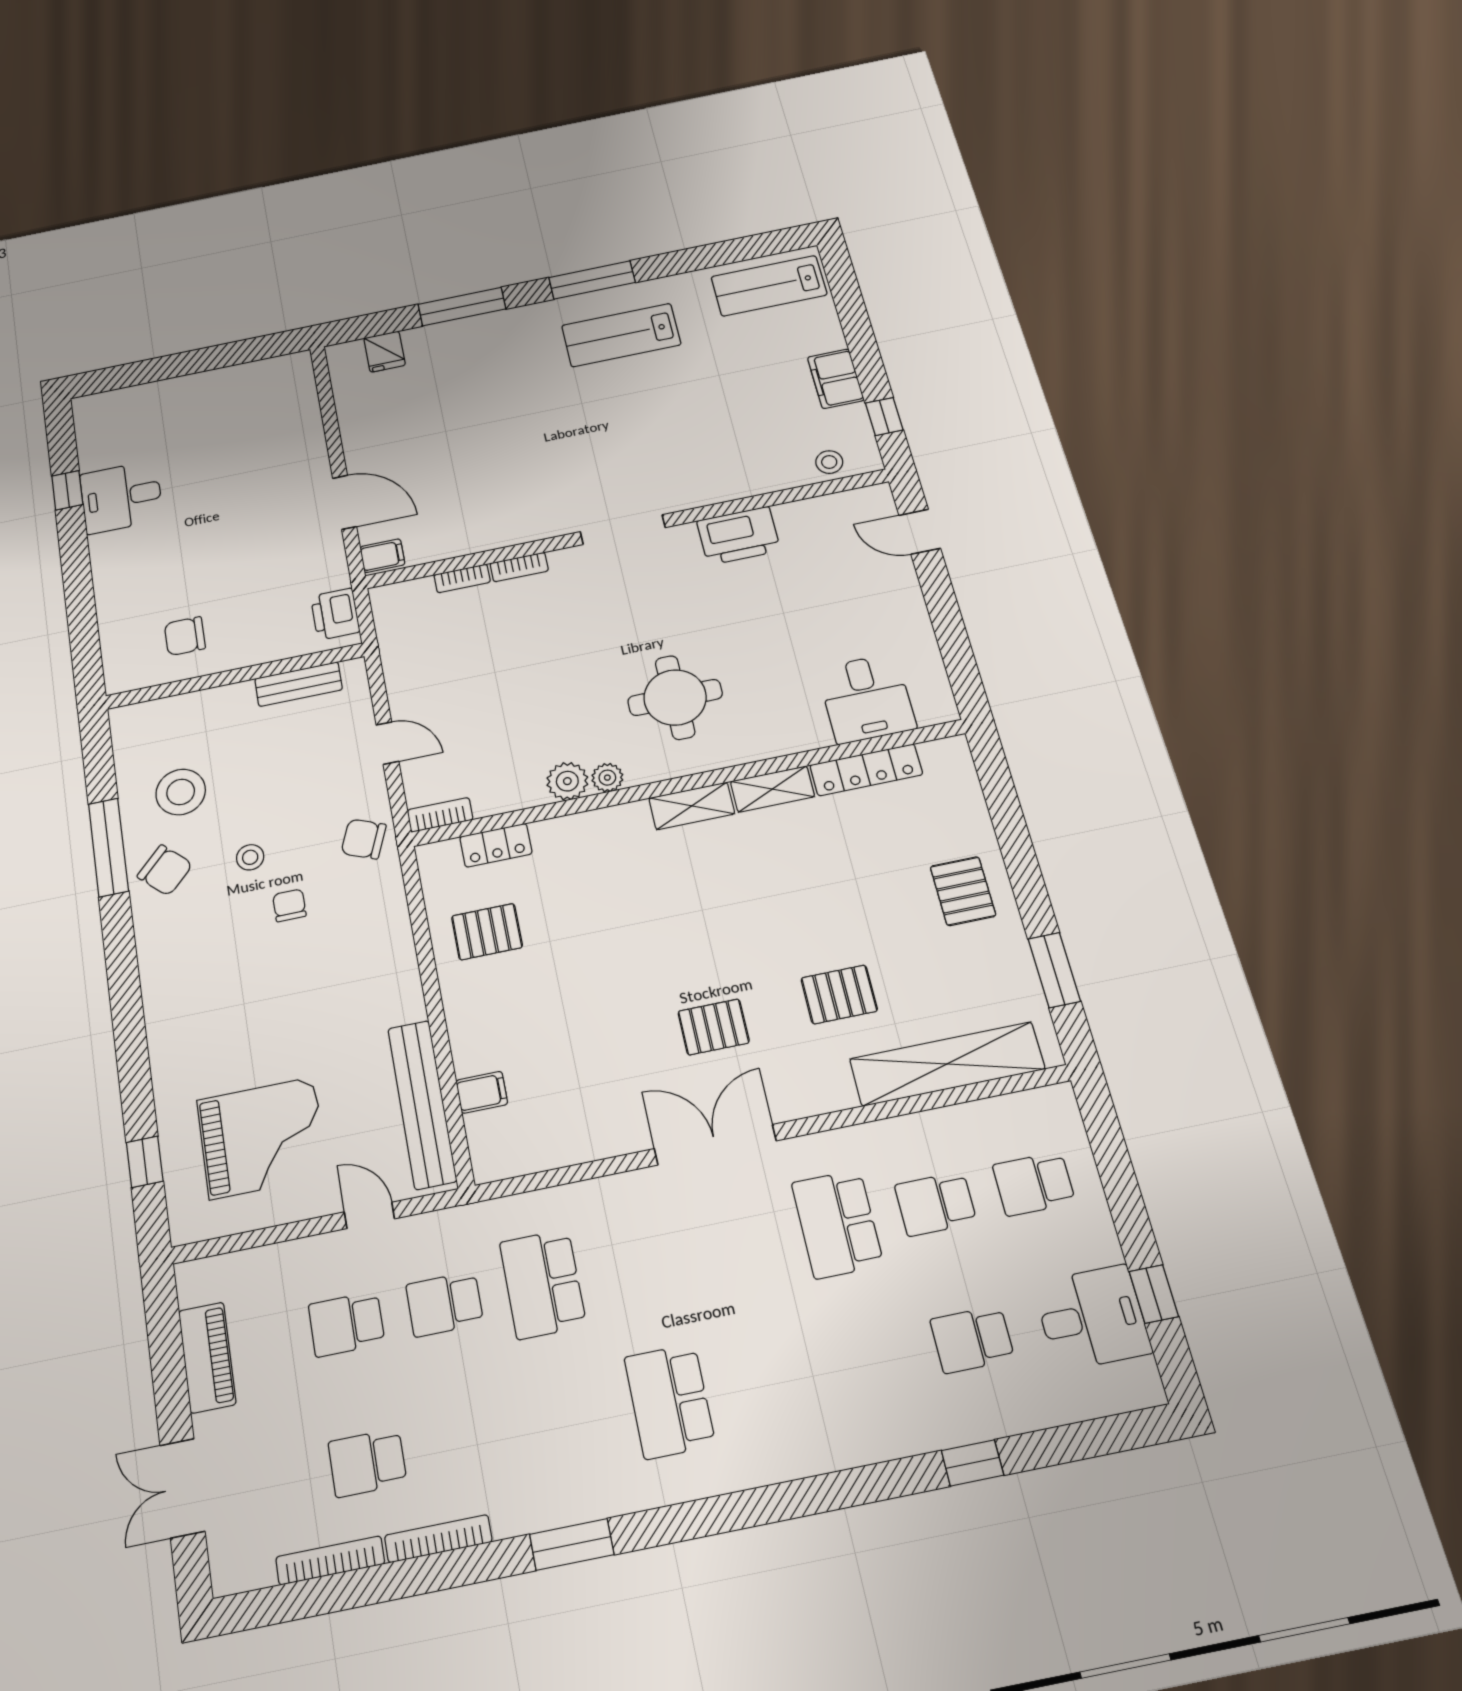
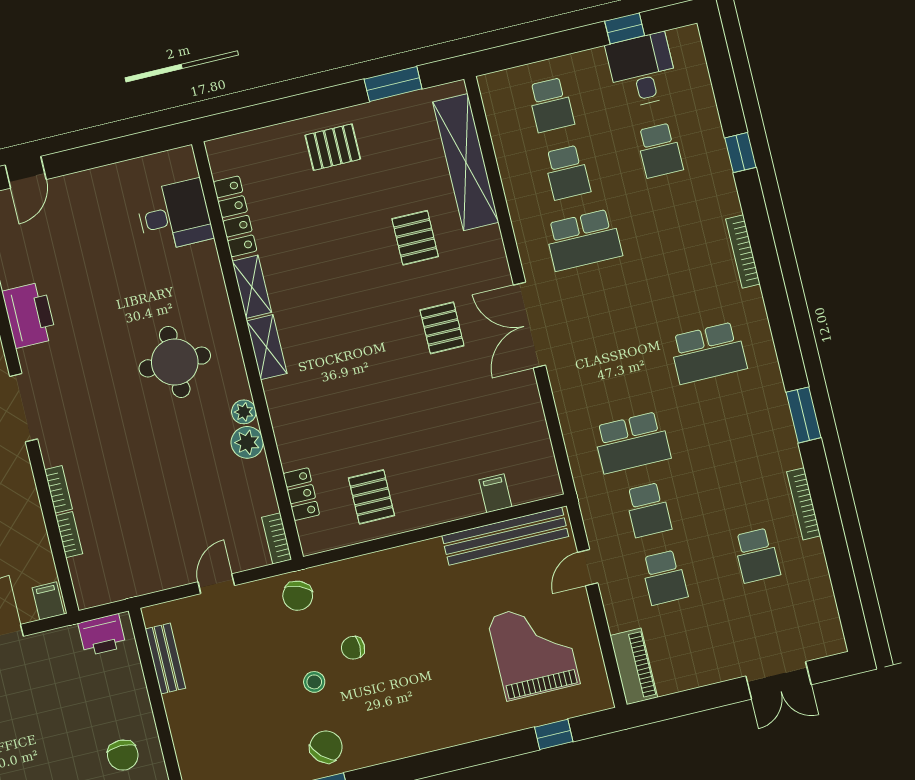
stool: (181, 792) -> (260, 742), removed
piano: (207, 1357) -> (634, 666), moved, turned 90
bookcase: (330, 1560) -> (743, 251), moved

